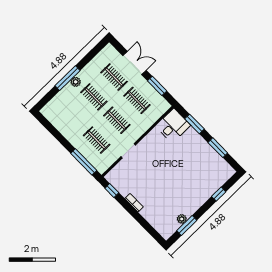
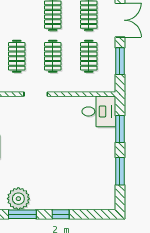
window: (219, 194) -> (61, 214), moved
plant: (182, 219) -> (18, 199), width x1.87, depth x1.87

